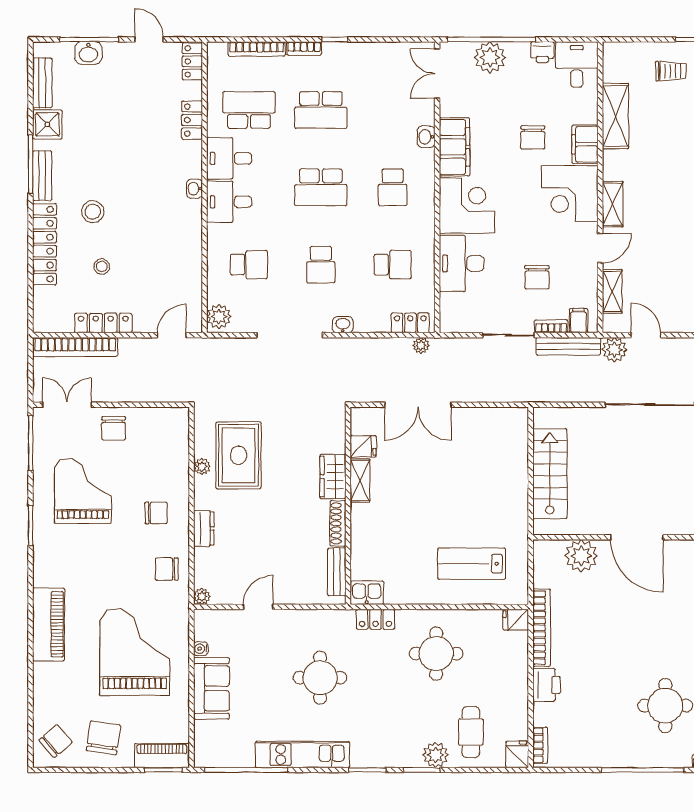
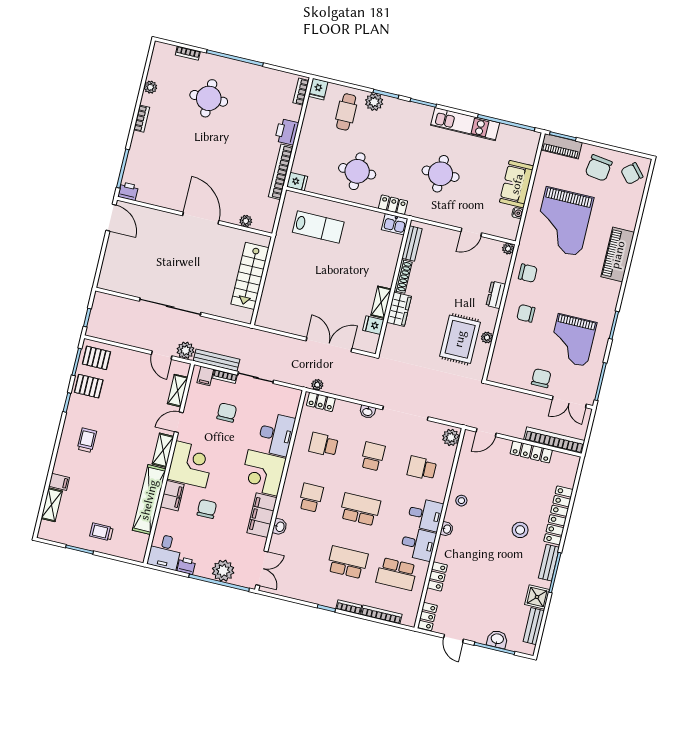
shelving: (615, 116) -> (149, 500), width x1.47
stool: (102, 266) -> (461, 501), moved
plant: (581, 556) -> (246, 221), width x0.53, depth x0.53

